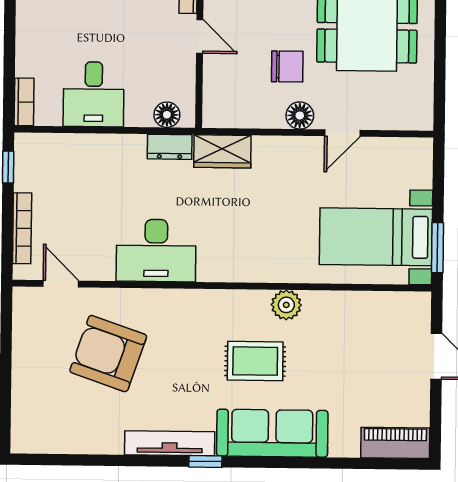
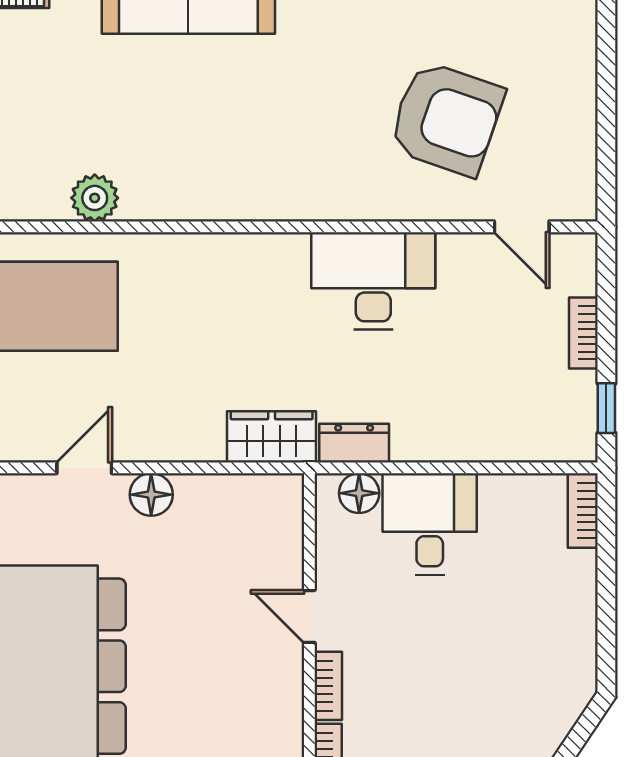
chair: (287, 67) -> (172, 571), removed
desk: (94, 94) -> (430, 524), moved
bookcase: (22, 228) -> (583, 333), width x0.64
plant: (286, 305) -> (95, 198), moved
rug: (255, 361) -> (216, 110), removed

